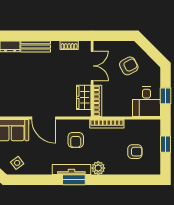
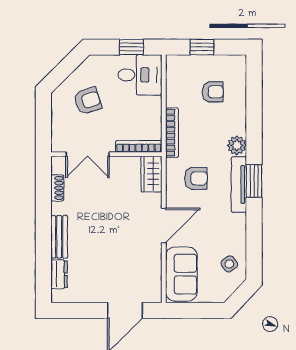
double door: (92, 66) -> (88, 154), swing flipped
armchair: (129, 66) -> (88, 101), turned 100
wardrobe: (84, 97) -> (151, 174), moved, turned 90
armchair: (135, 152) -> (213, 92), turned 90

